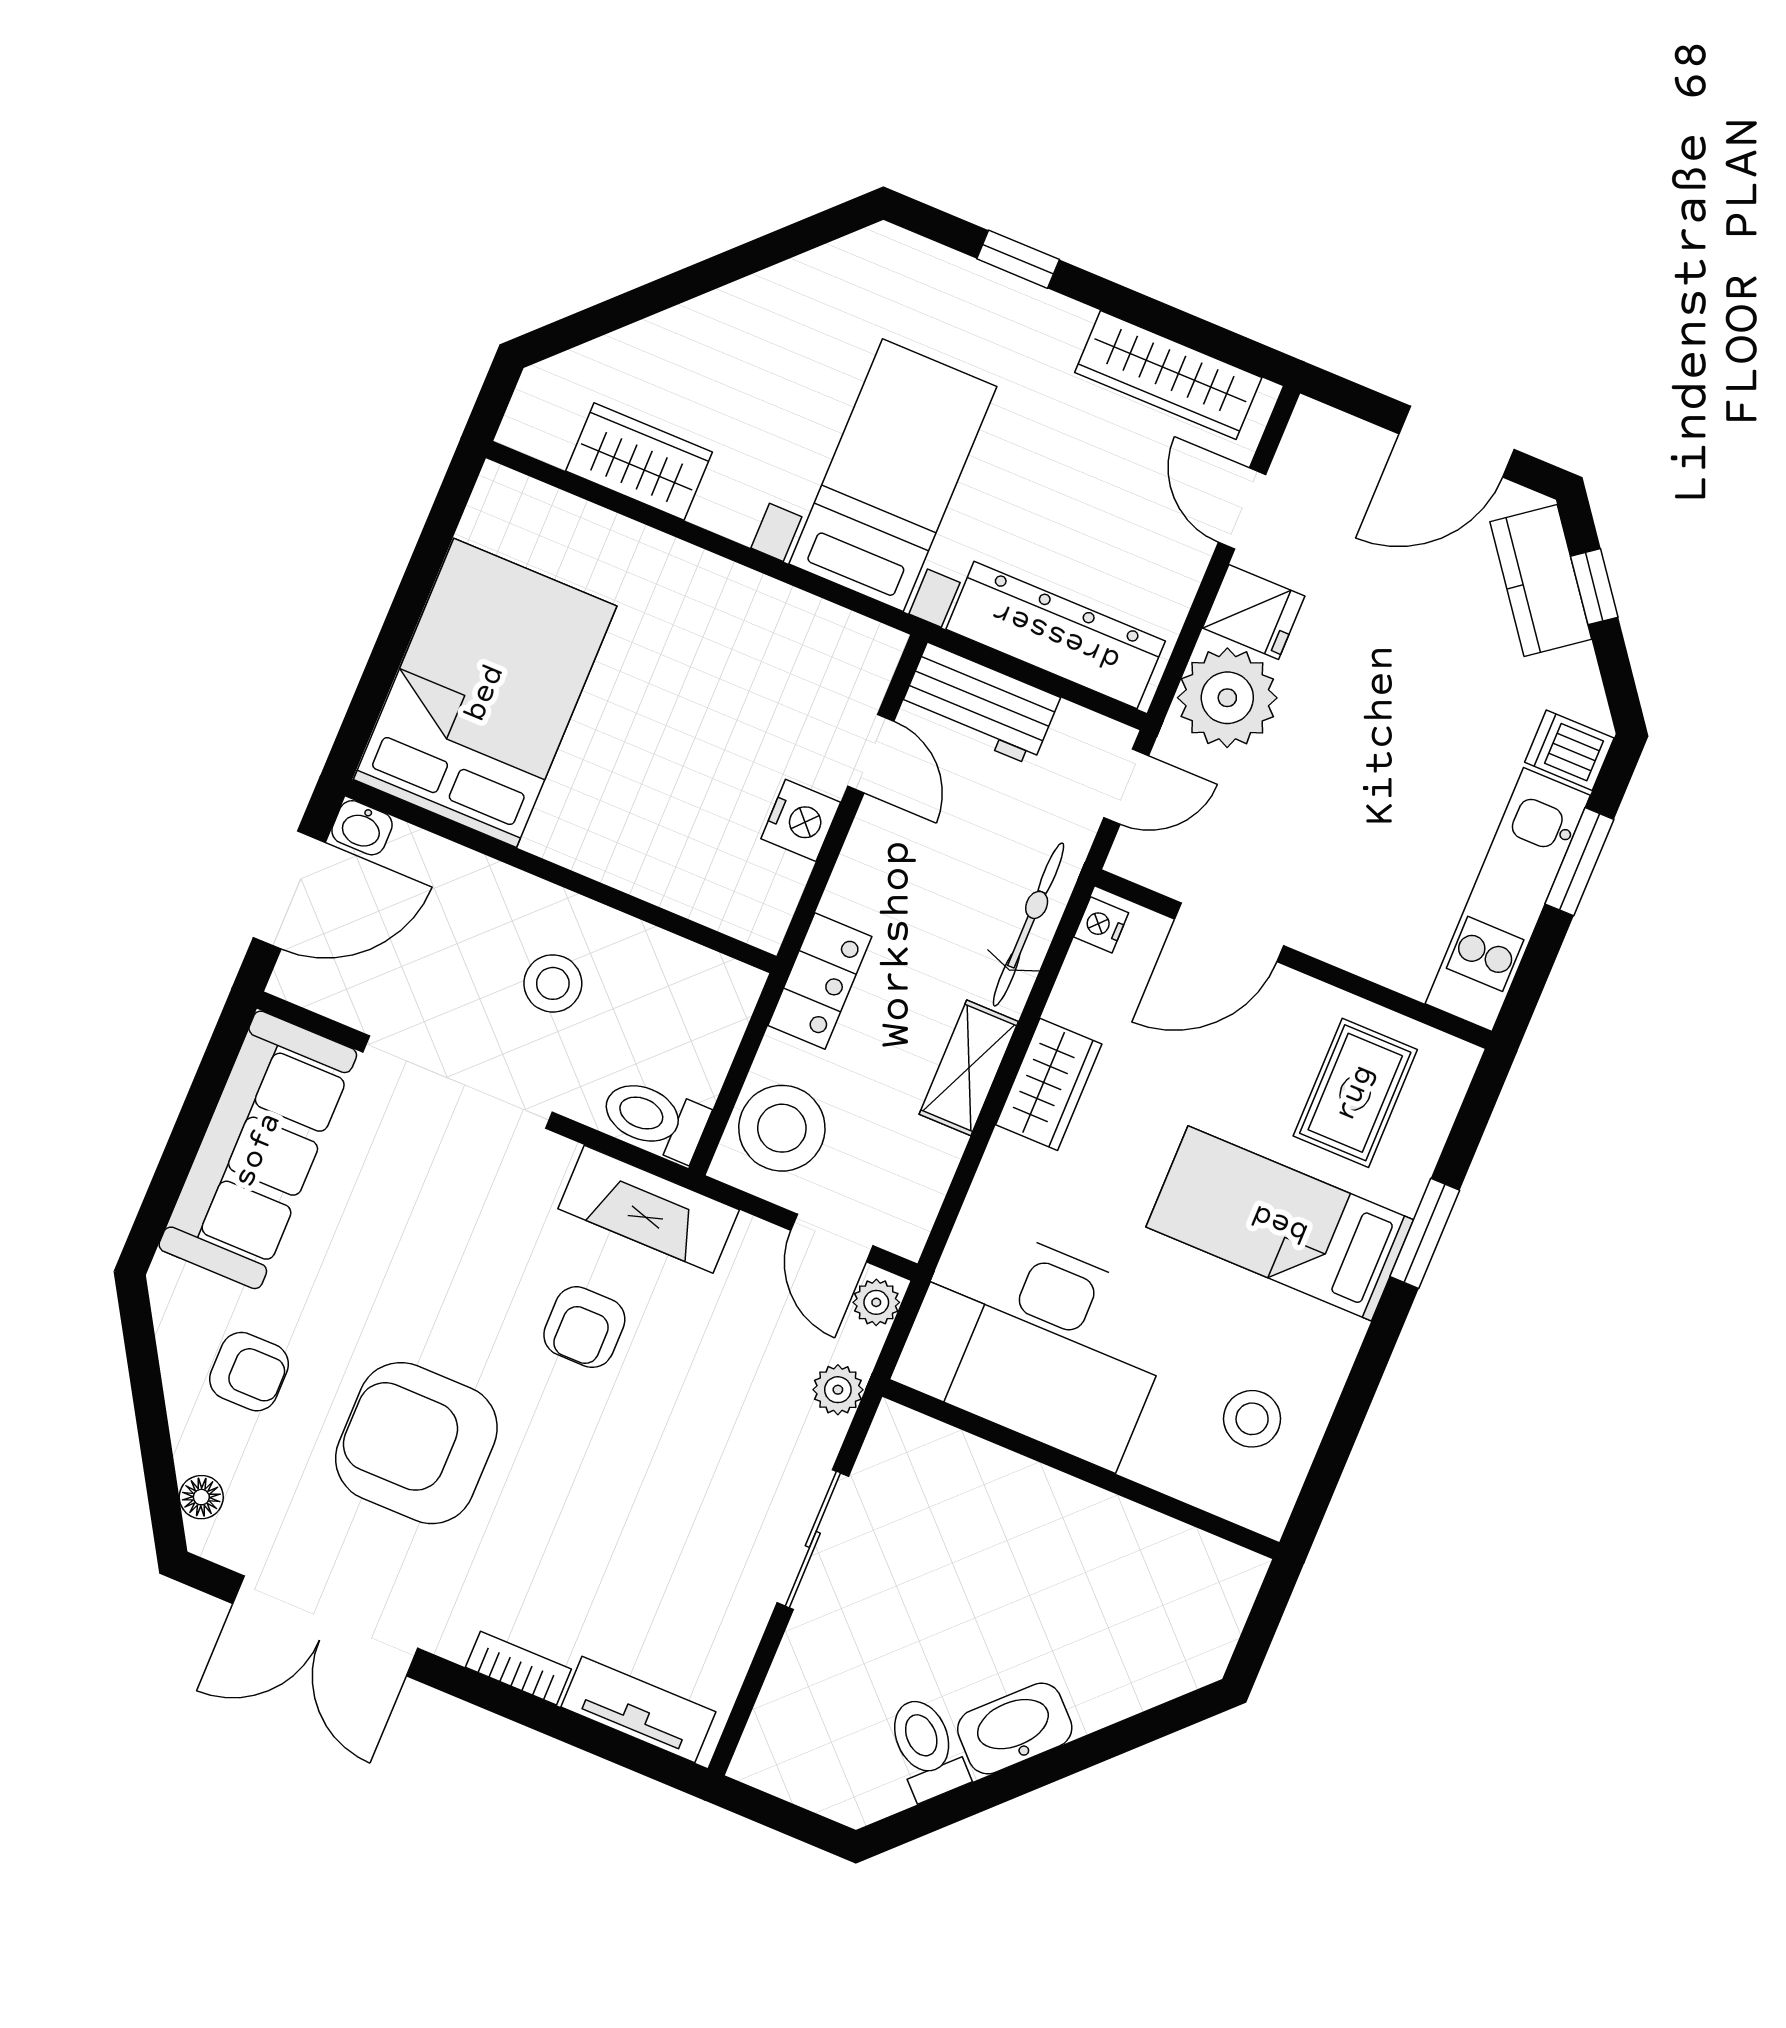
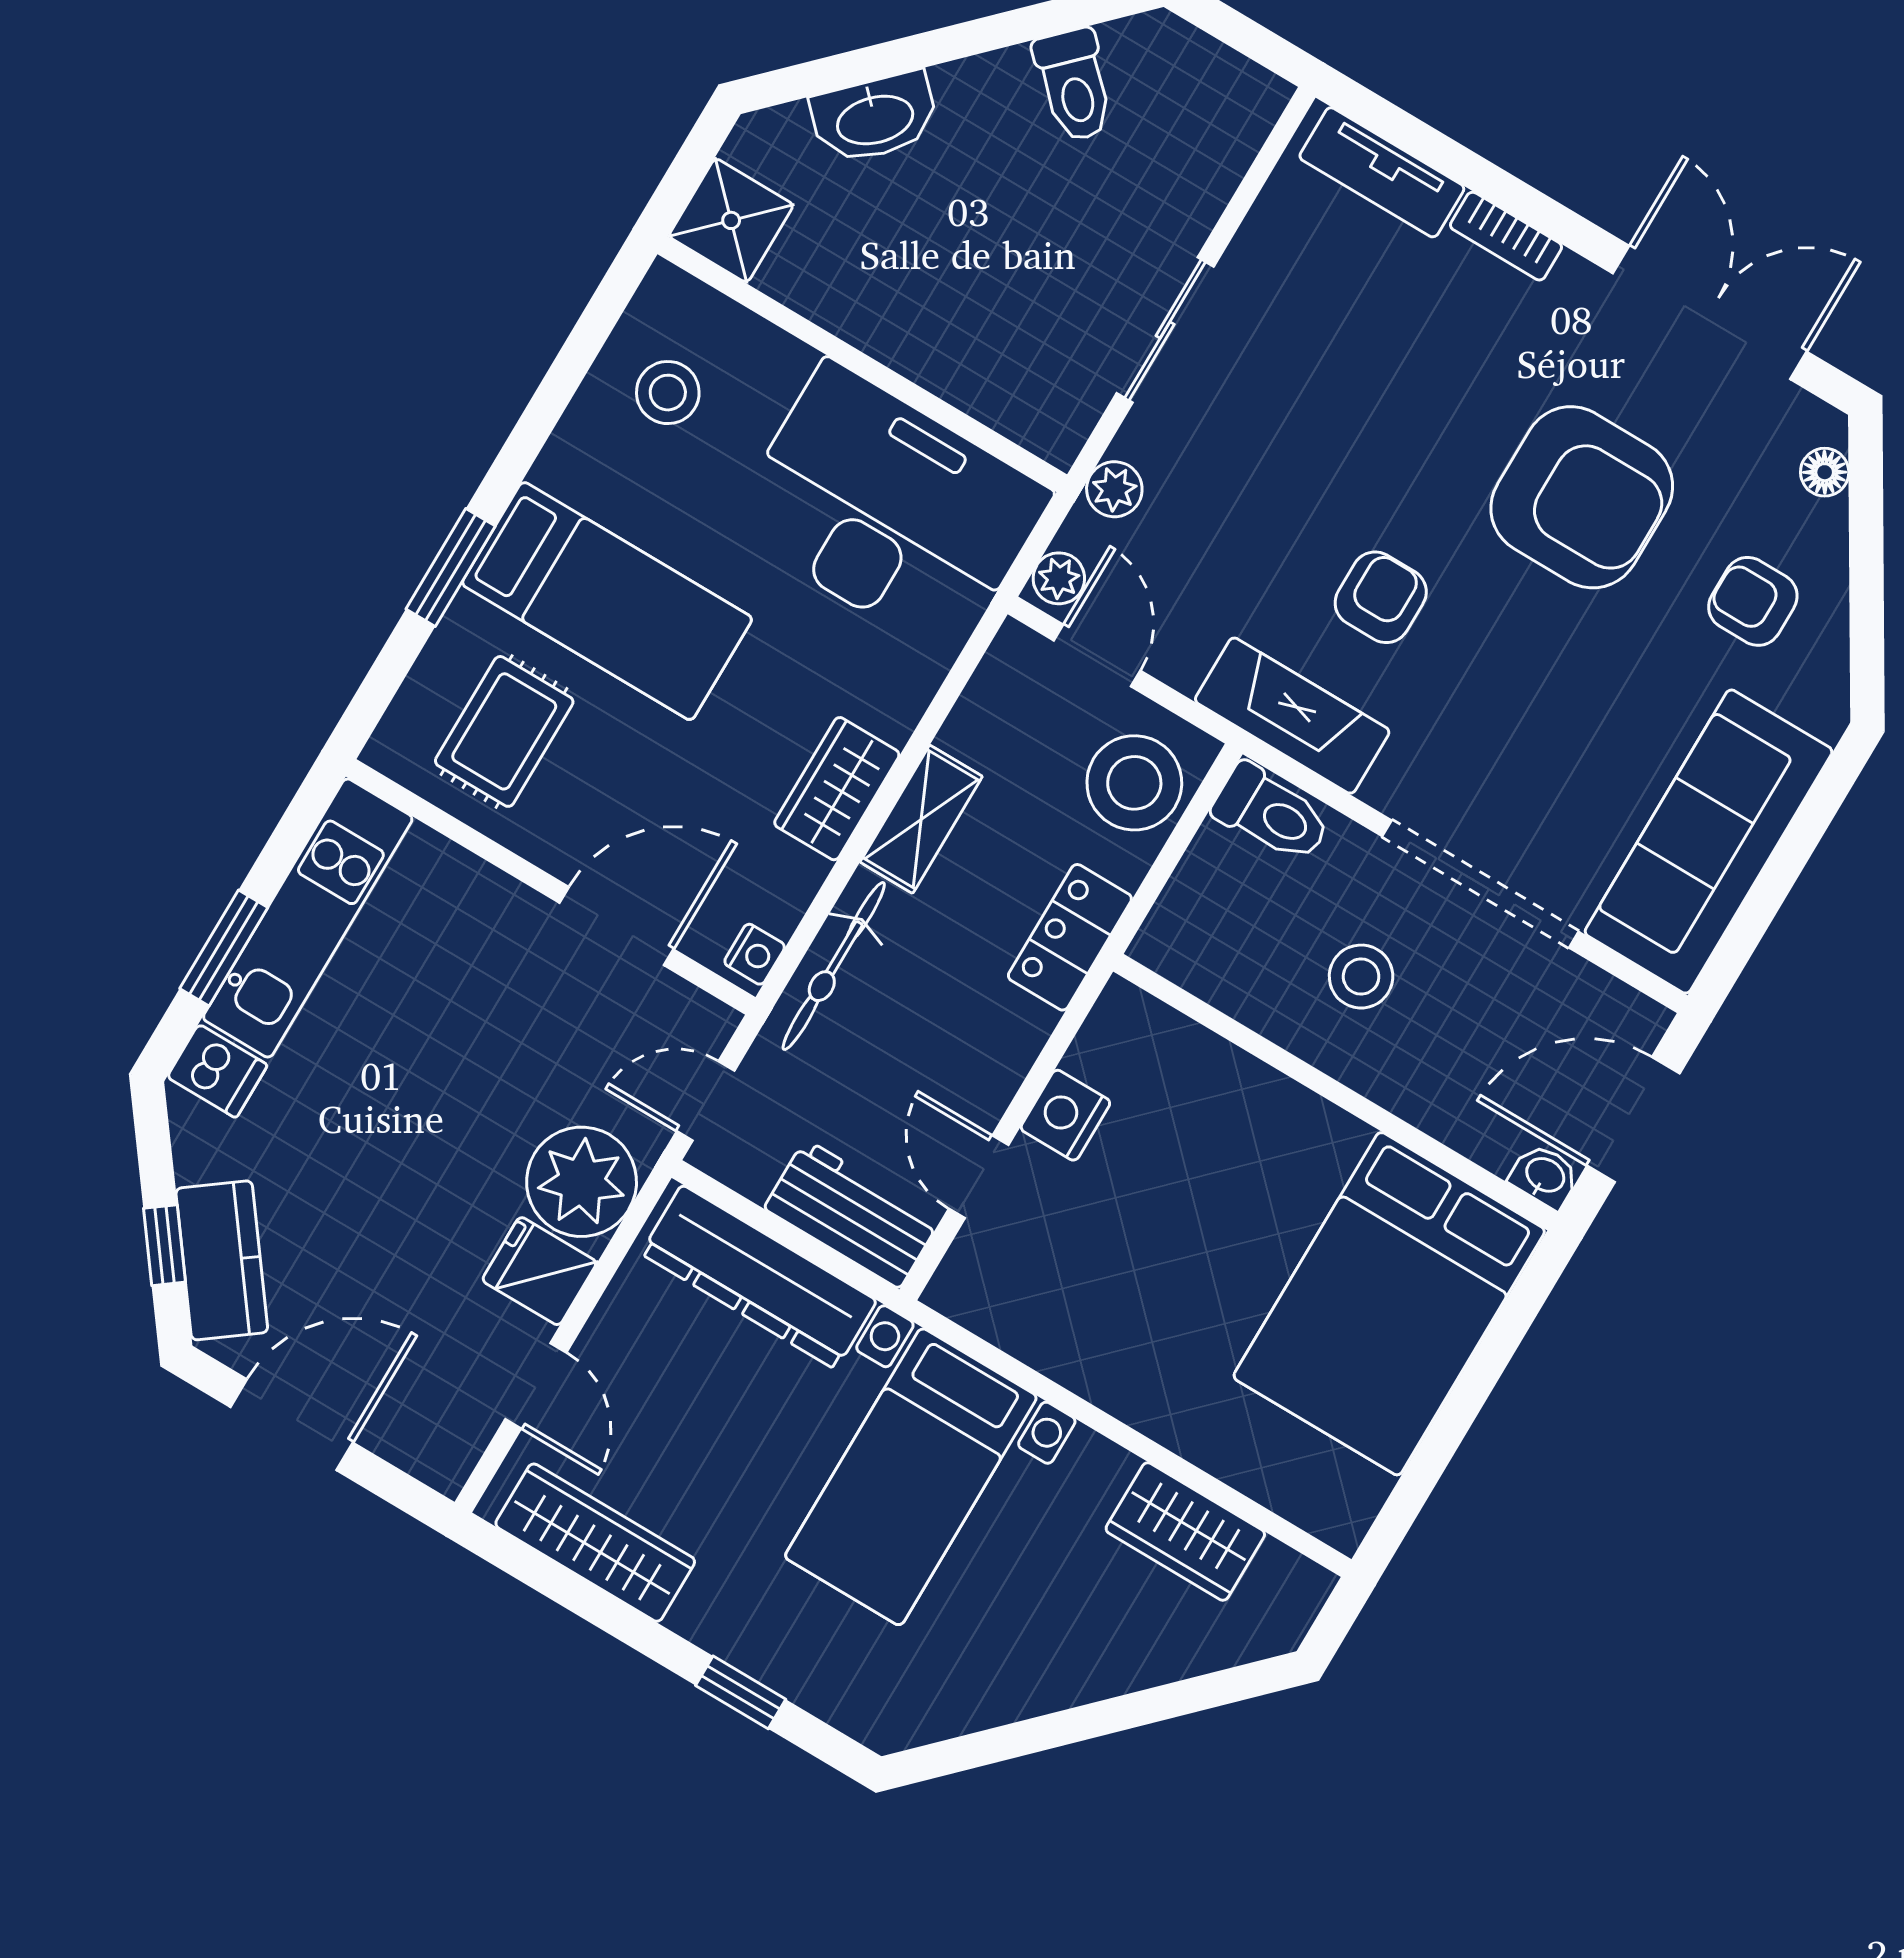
shower: (1217, 1582) -> (731, 220), added
washbasin: (1015, 1728) -> (875, 118), moved

